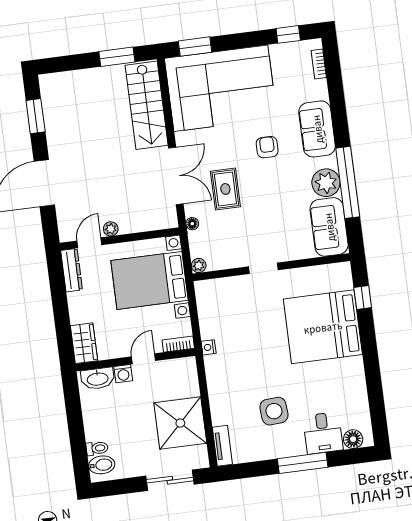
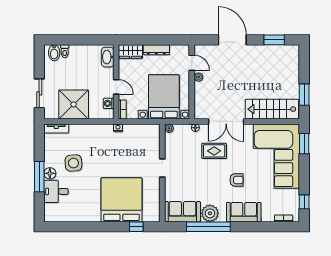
dresser: (72, 270) -> (156, 50), moved
washing machine: (123, 374) -> (109, 103), moved
floor lamp: (353, 439) -> (50, 173), moved

